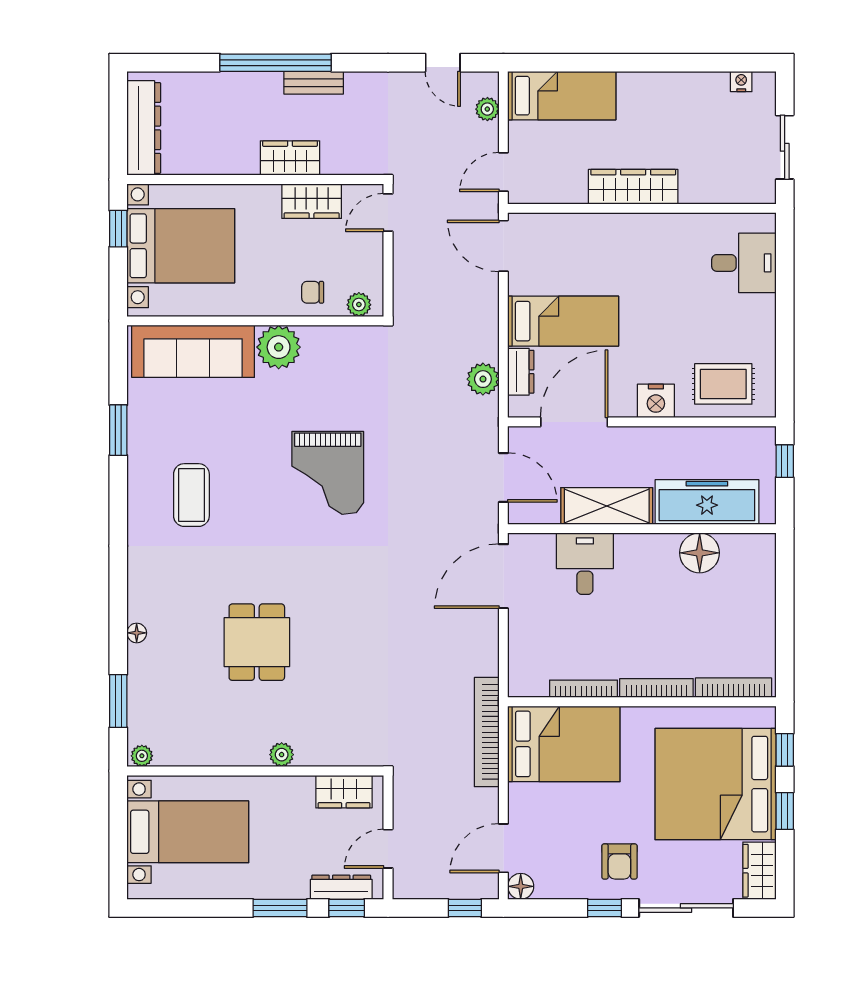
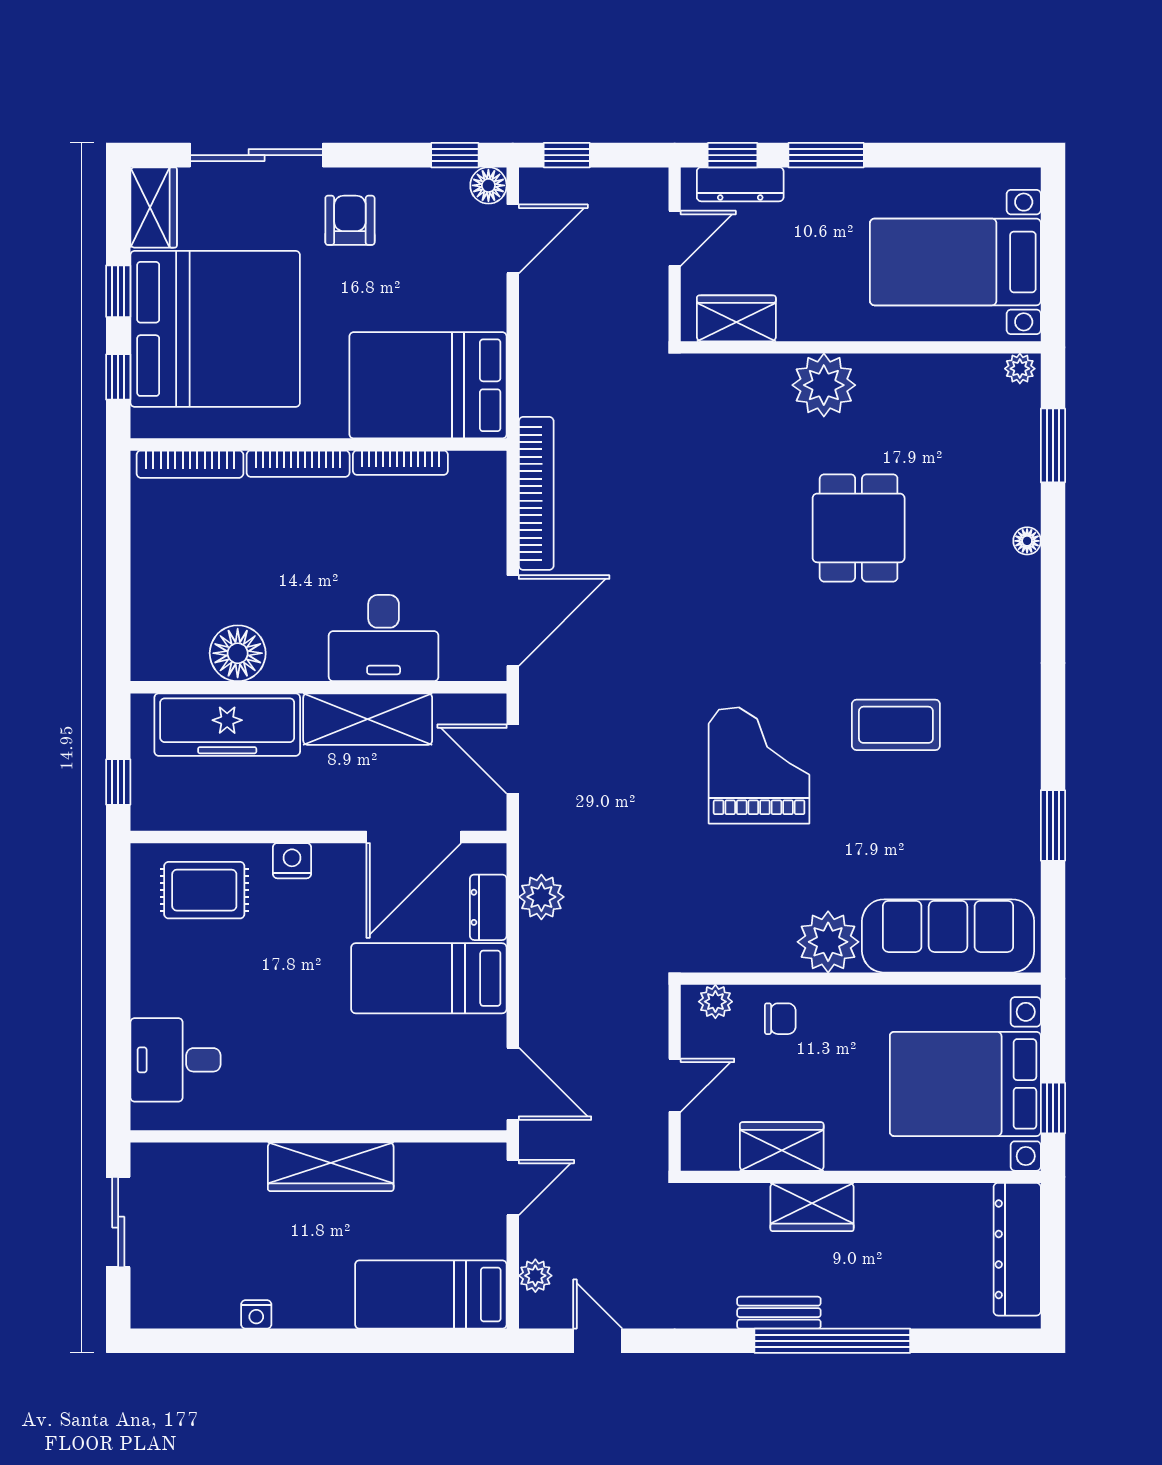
nightstand: (741, 81) -> (256, 1314), moved
door: (388, 213) -> (675, 1085), moved
nightstand: (656, 401) -> (292, 861), width x0.74, depth x0.75
coffee table: (191, 495) -> (896, 725), moved, turned 90
desk: (585, 564) -> (384, 638), width x1.37
bookcase: (487, 732) -> (536, 493), moved
plant: (282, 755) -> (824, 385), width x1.87, depth x1.87
window: (604, 908) -> (455, 155), moved

